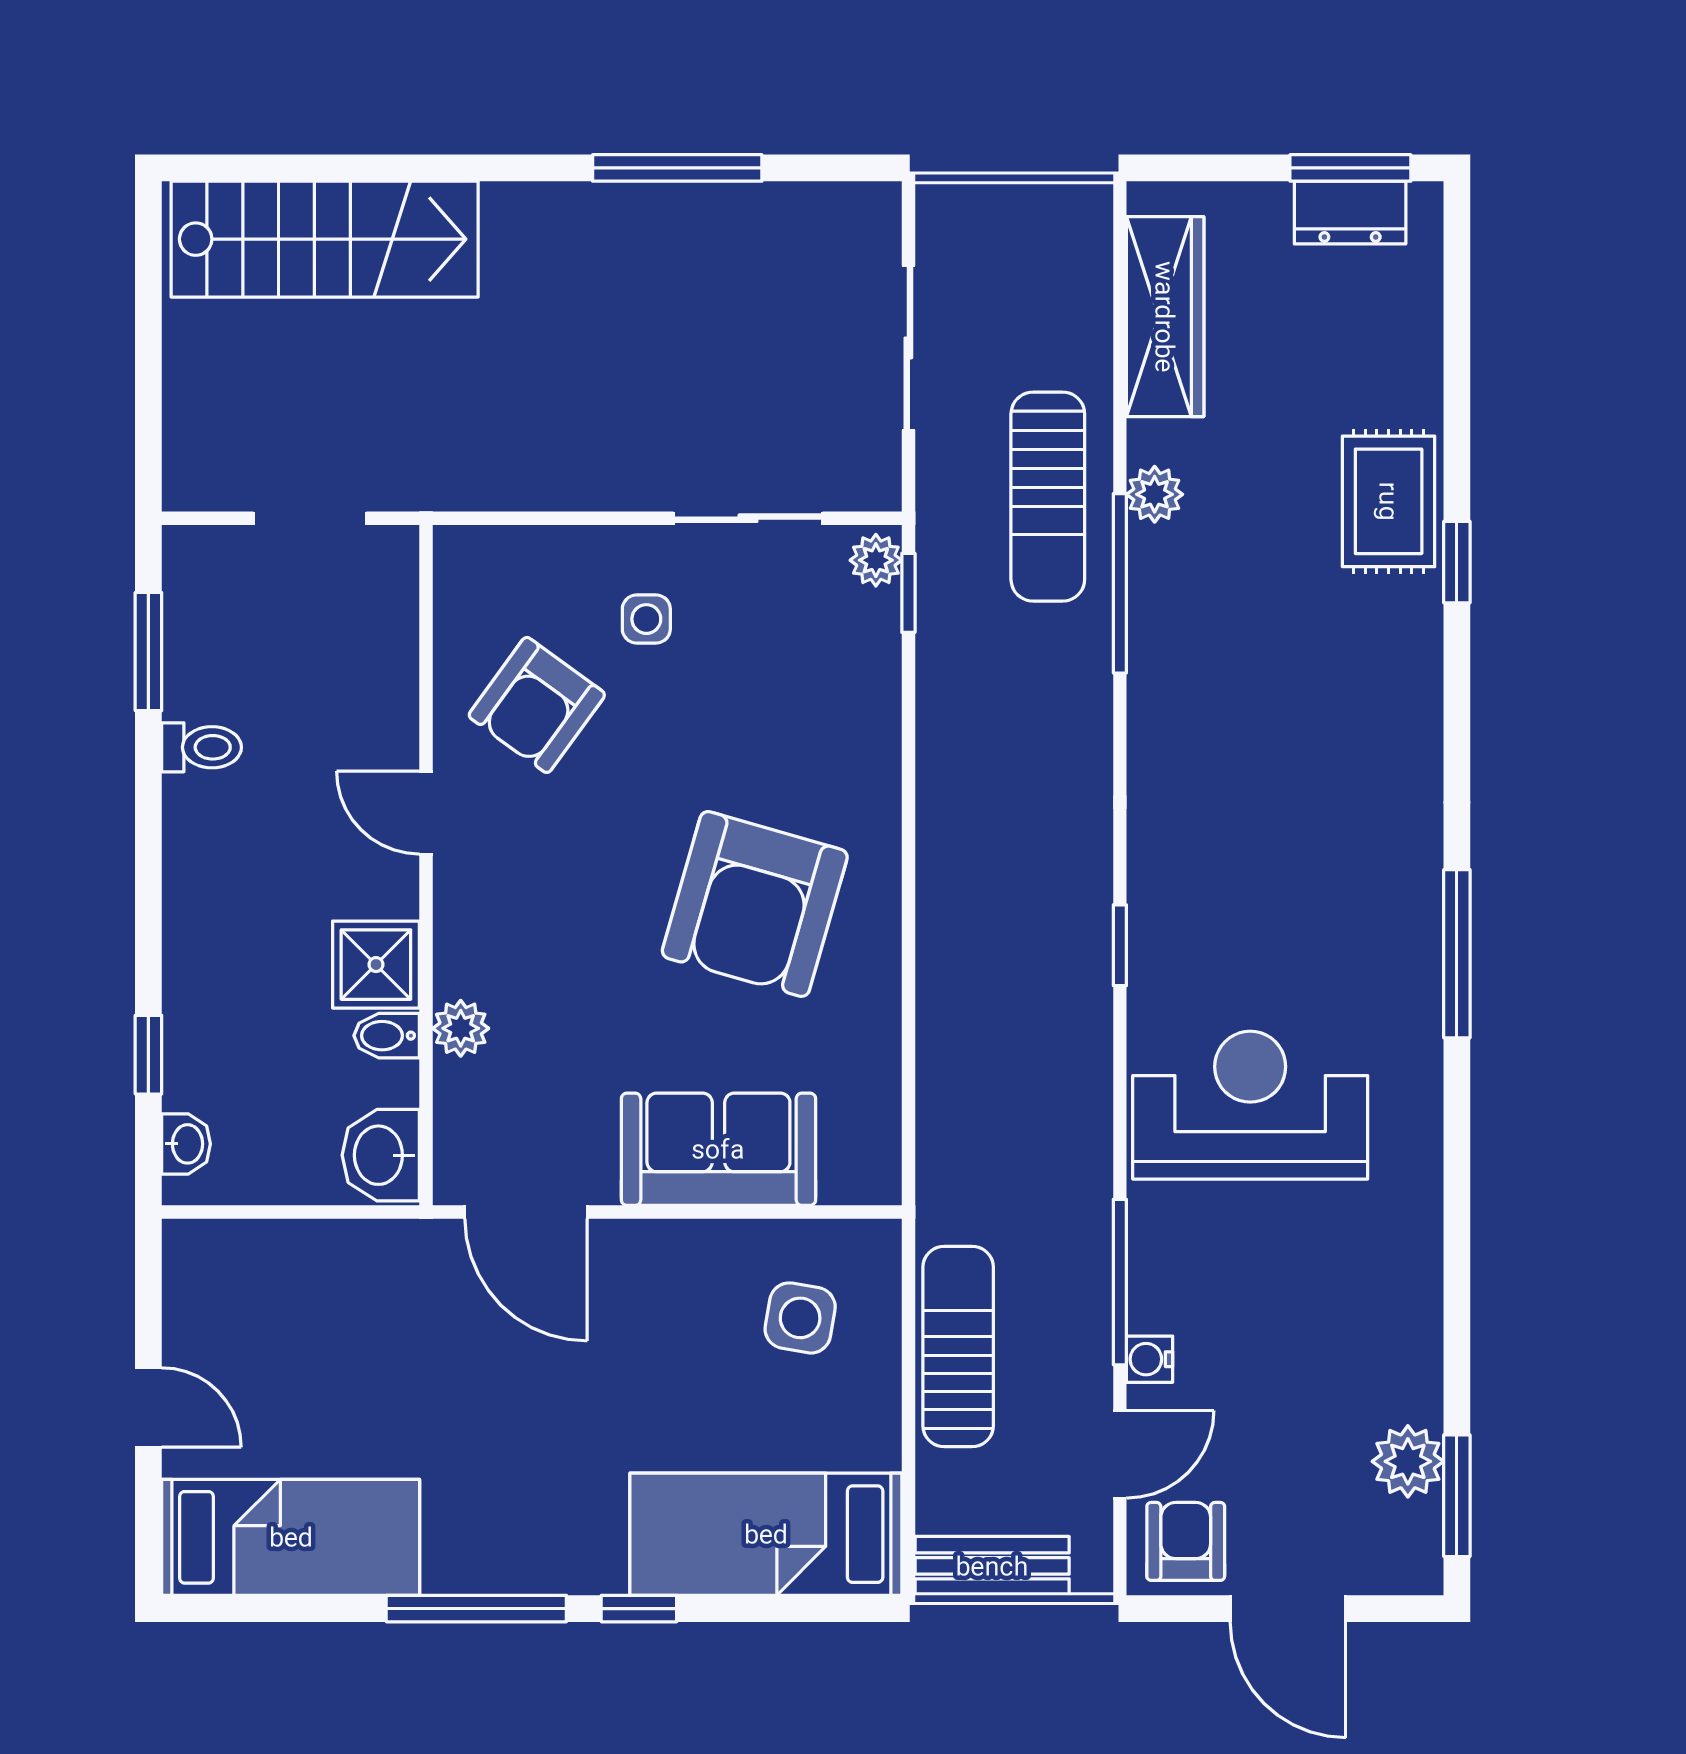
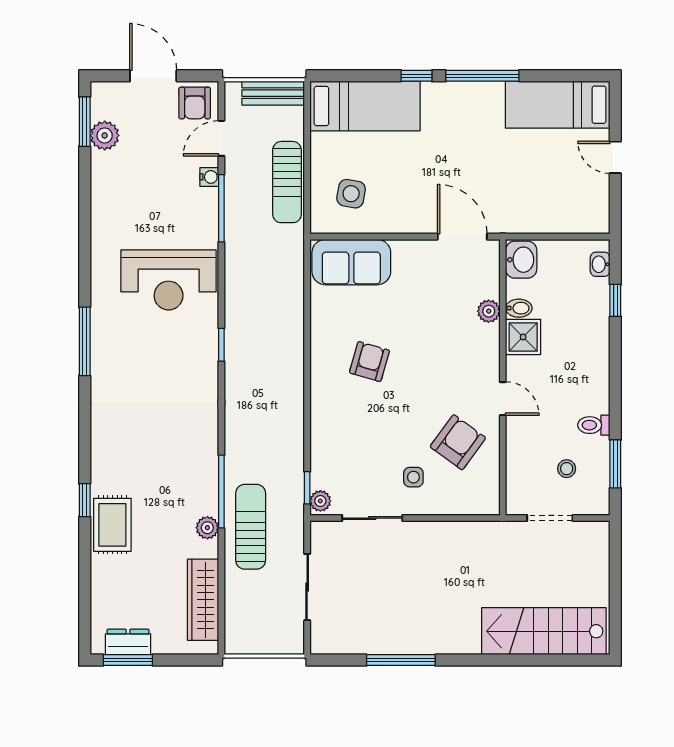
stool: (269, 640) -> (567, 469), added
armchair: (755, 904) -> (369, 362), width x0.53, depth x0.53
sofa: (718, 1149) -> (351, 262), moved

